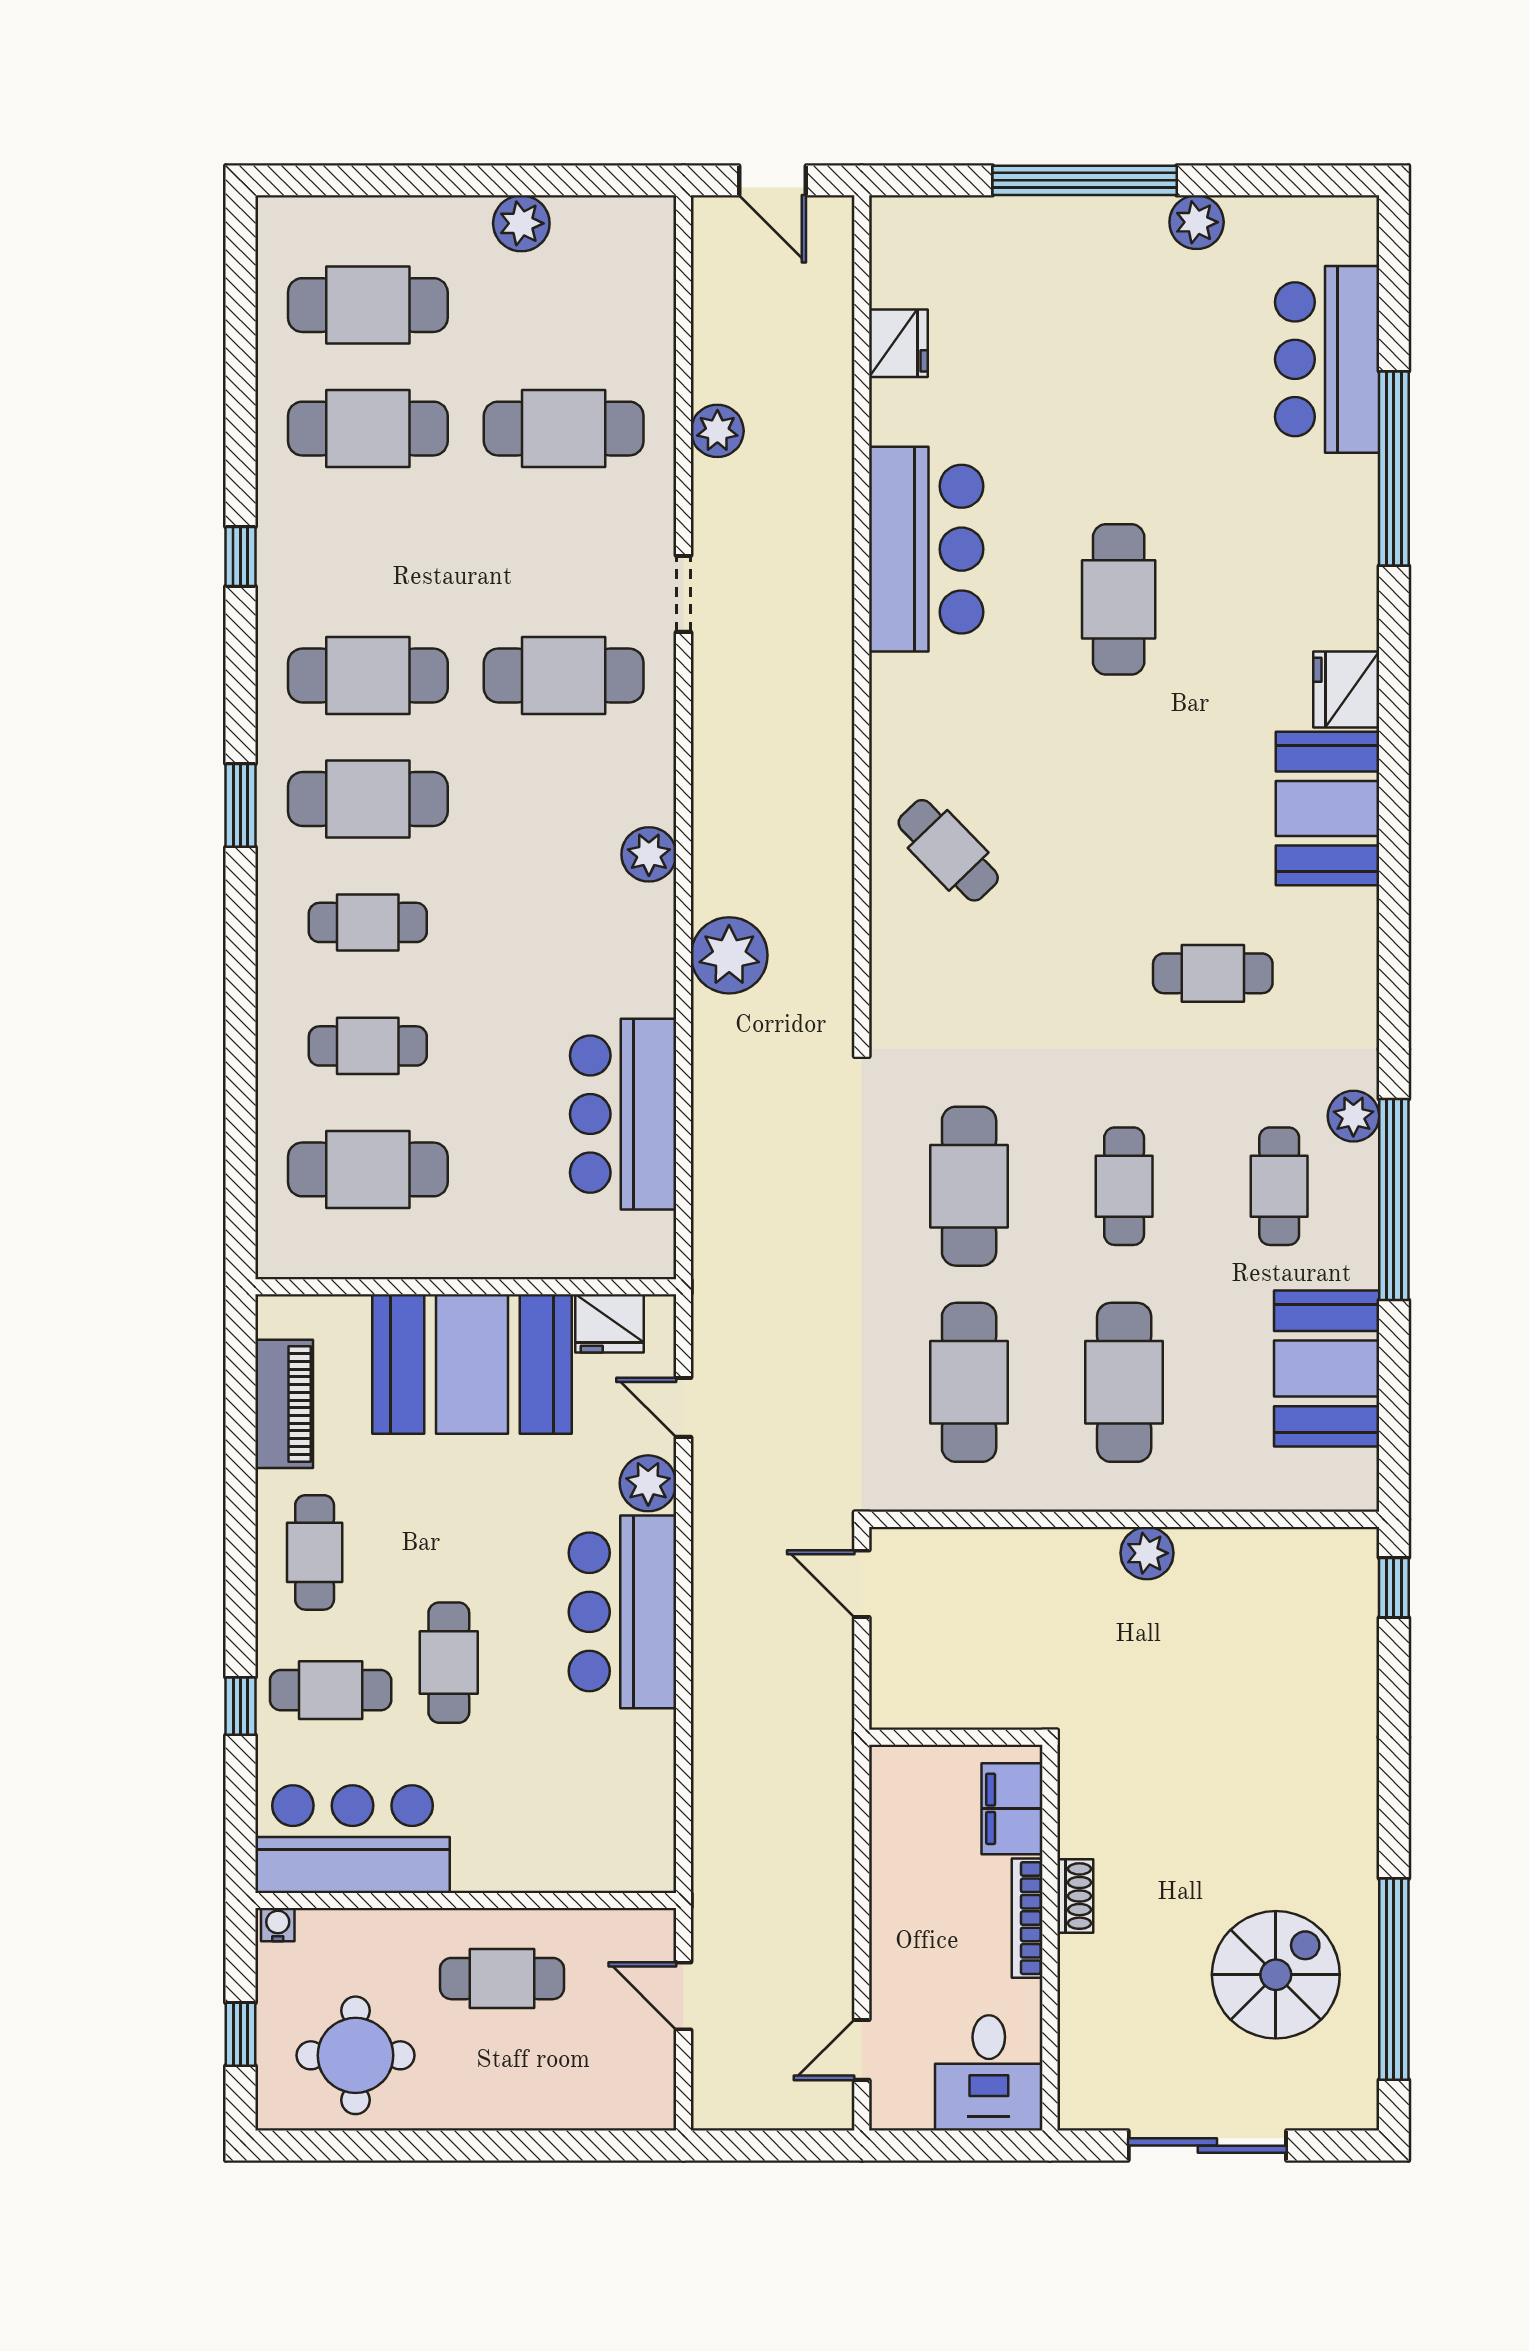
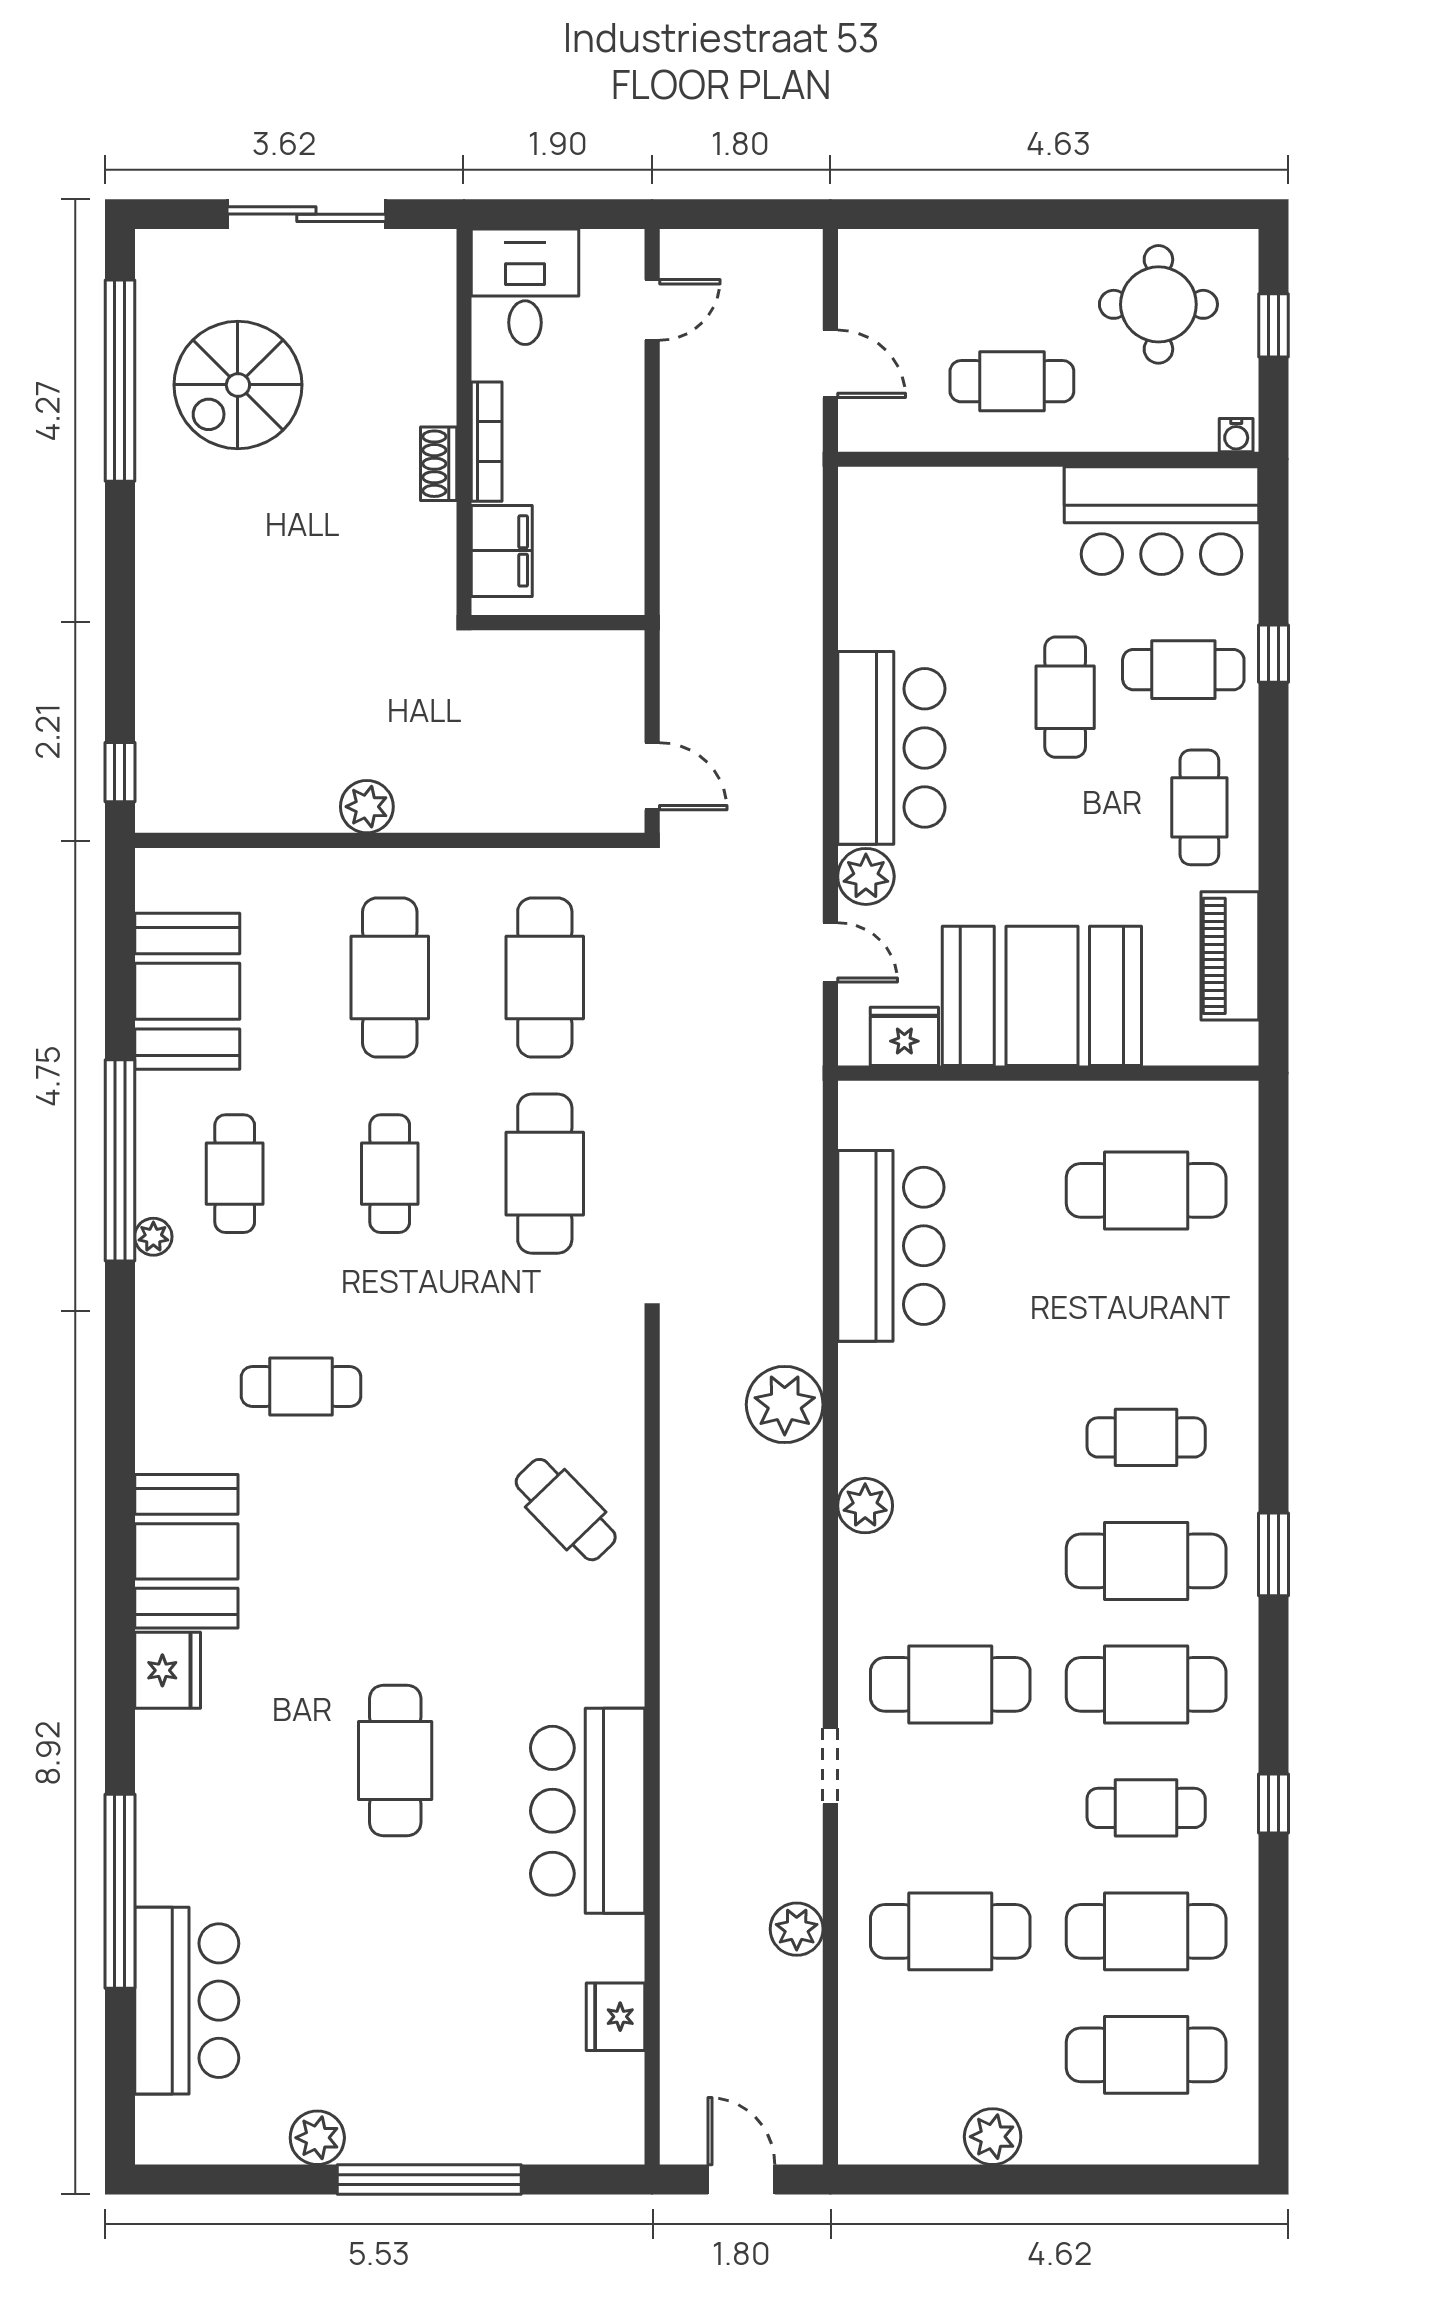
cafe table: (368, 1046) -> (1146, 1808), moved
plant: (1353, 1116) -> (153, 1237), width x0.73, depth x0.73

